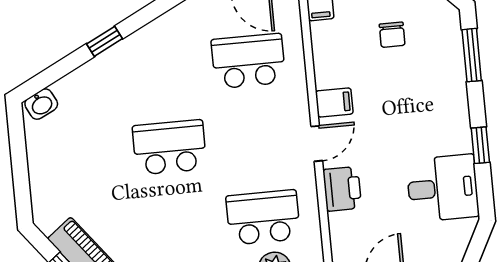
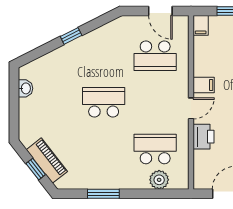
school desk: (248, 61) -> (155, 56), turned 180
washbasin: (41, 104) -> (25, 88), moved, turned -63

